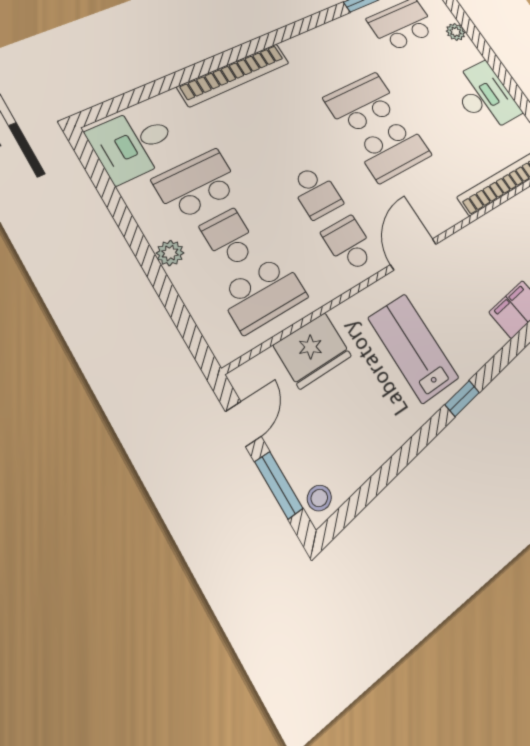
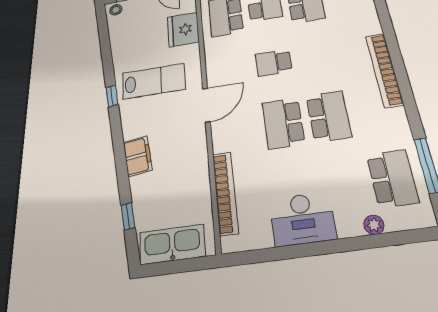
bookcase: (234, 75) -> (384, 70), moved
school desk: (349, 244) -> (232, 69), removed
door: (413, 254) -> (206, 105), hinge flipped

